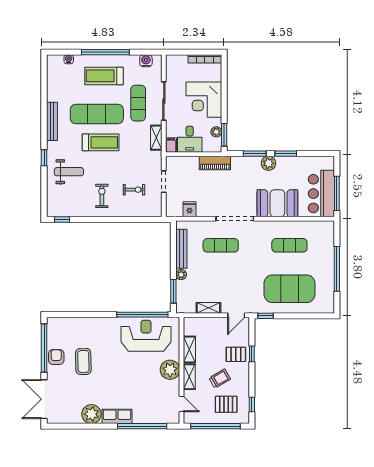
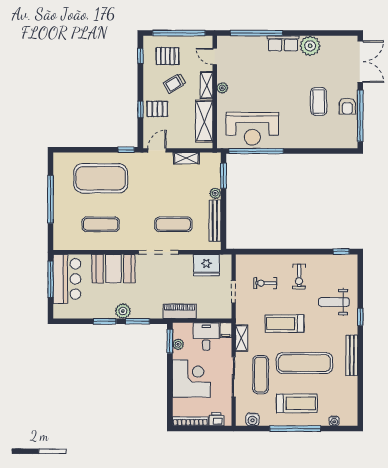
printer: (180, 61) -> (216, 419), added
treadmill: (101, 142) -> (285, 324), moved
fridge: (189, 209) -> (206, 265), width x1.88, depth x1.34
shelving: (189, 349) -> (204, 121), width x1.50, depth x1.33
plant: (170, 370) -> (222, 88), width x0.53, depth x0.53

